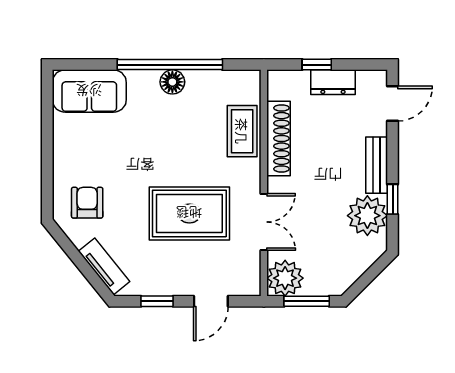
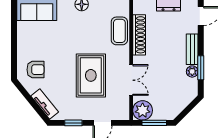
window: (393, 199) -> (201, 68), width x1.50
armchair: (87, 203) -> (36, 70), turned 90
rug: (189, 213) -> (91, 75), turned 90
plant: (367, 216) -> (192, 71), width x0.53, depth x0.53

